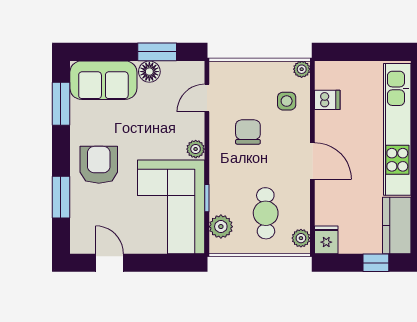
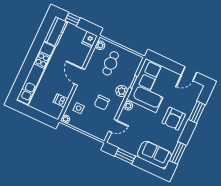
floor lamp: (149, 72) -> (133, 149), removed
plant: (221, 227) -> (122, 91), moved
door: (110, 263) -> (189, 74), hinge flipped

